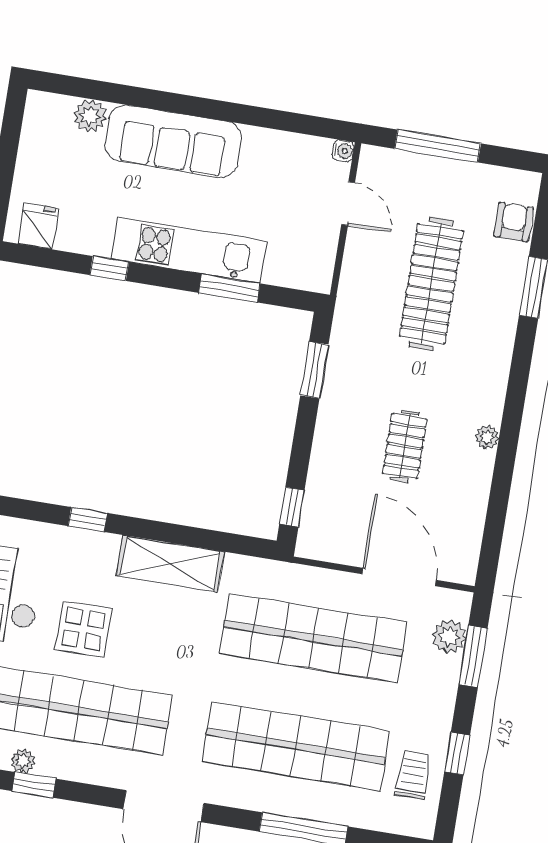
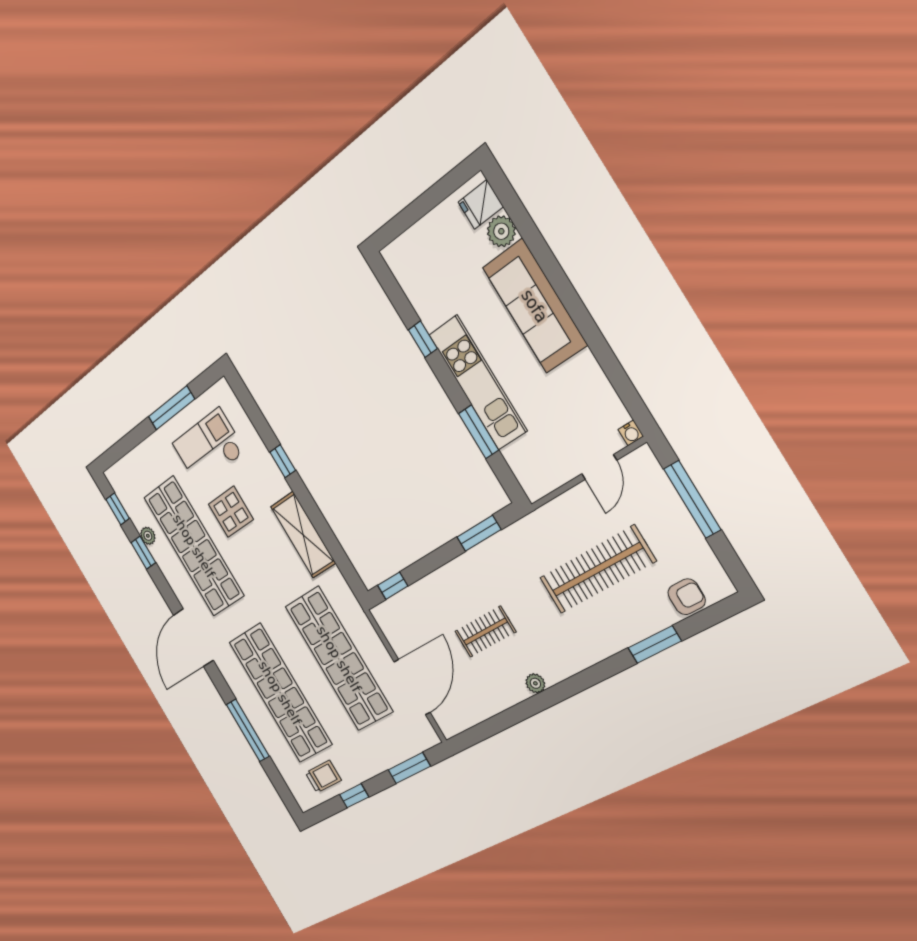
fridge: (38, 226) -> (481, 204), moved, turned 180
plant: (449, 636) -> (407, 744), removed

